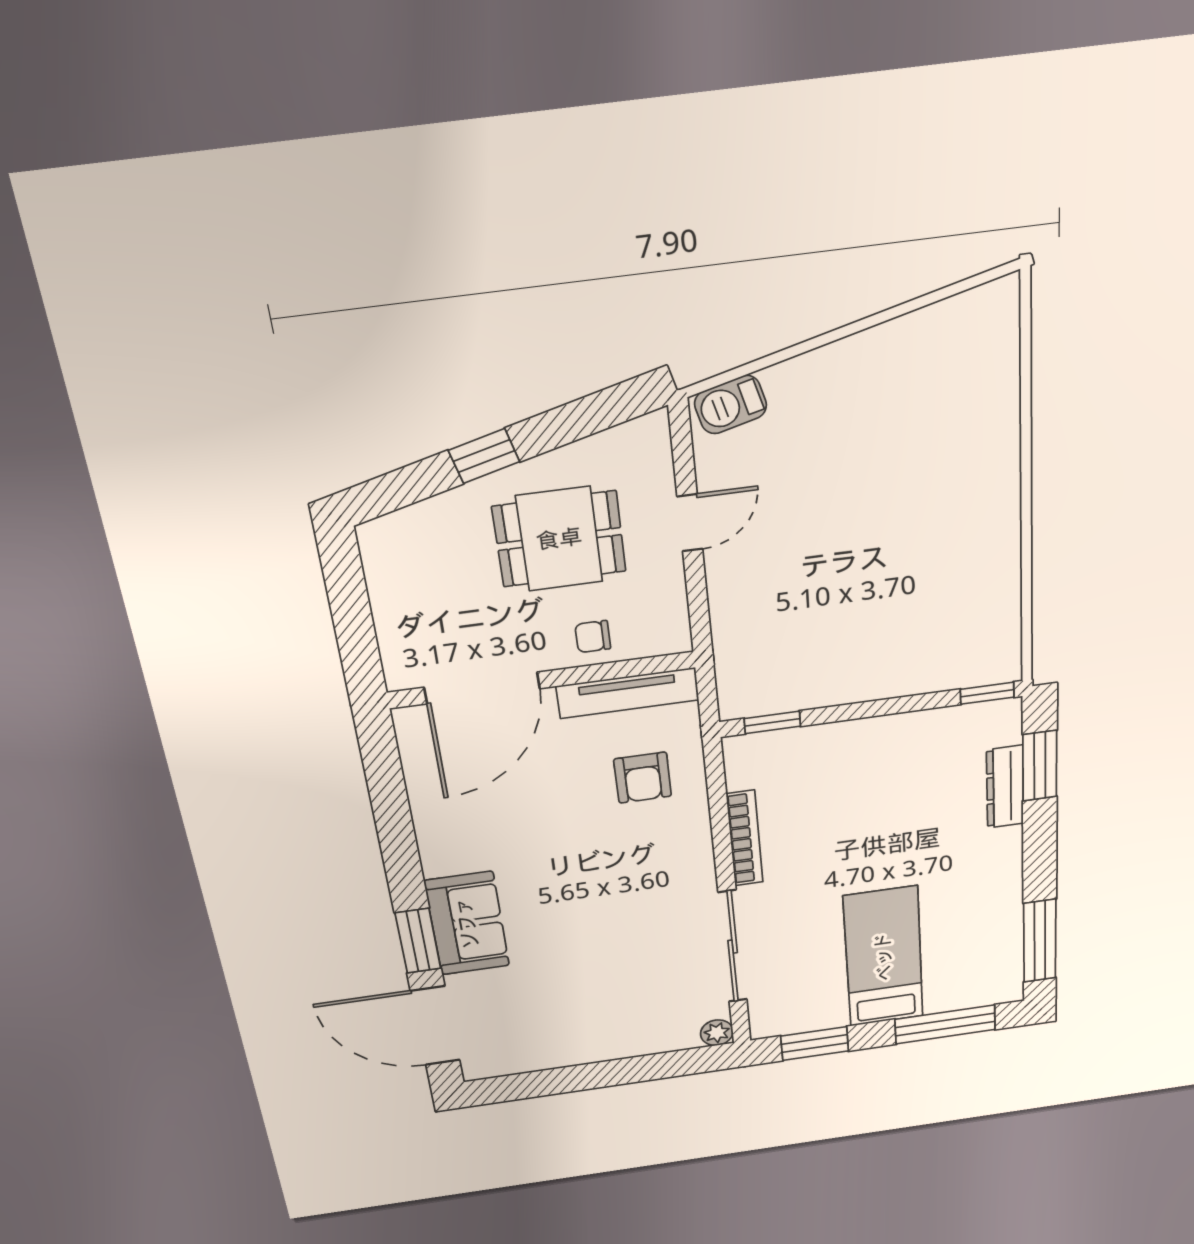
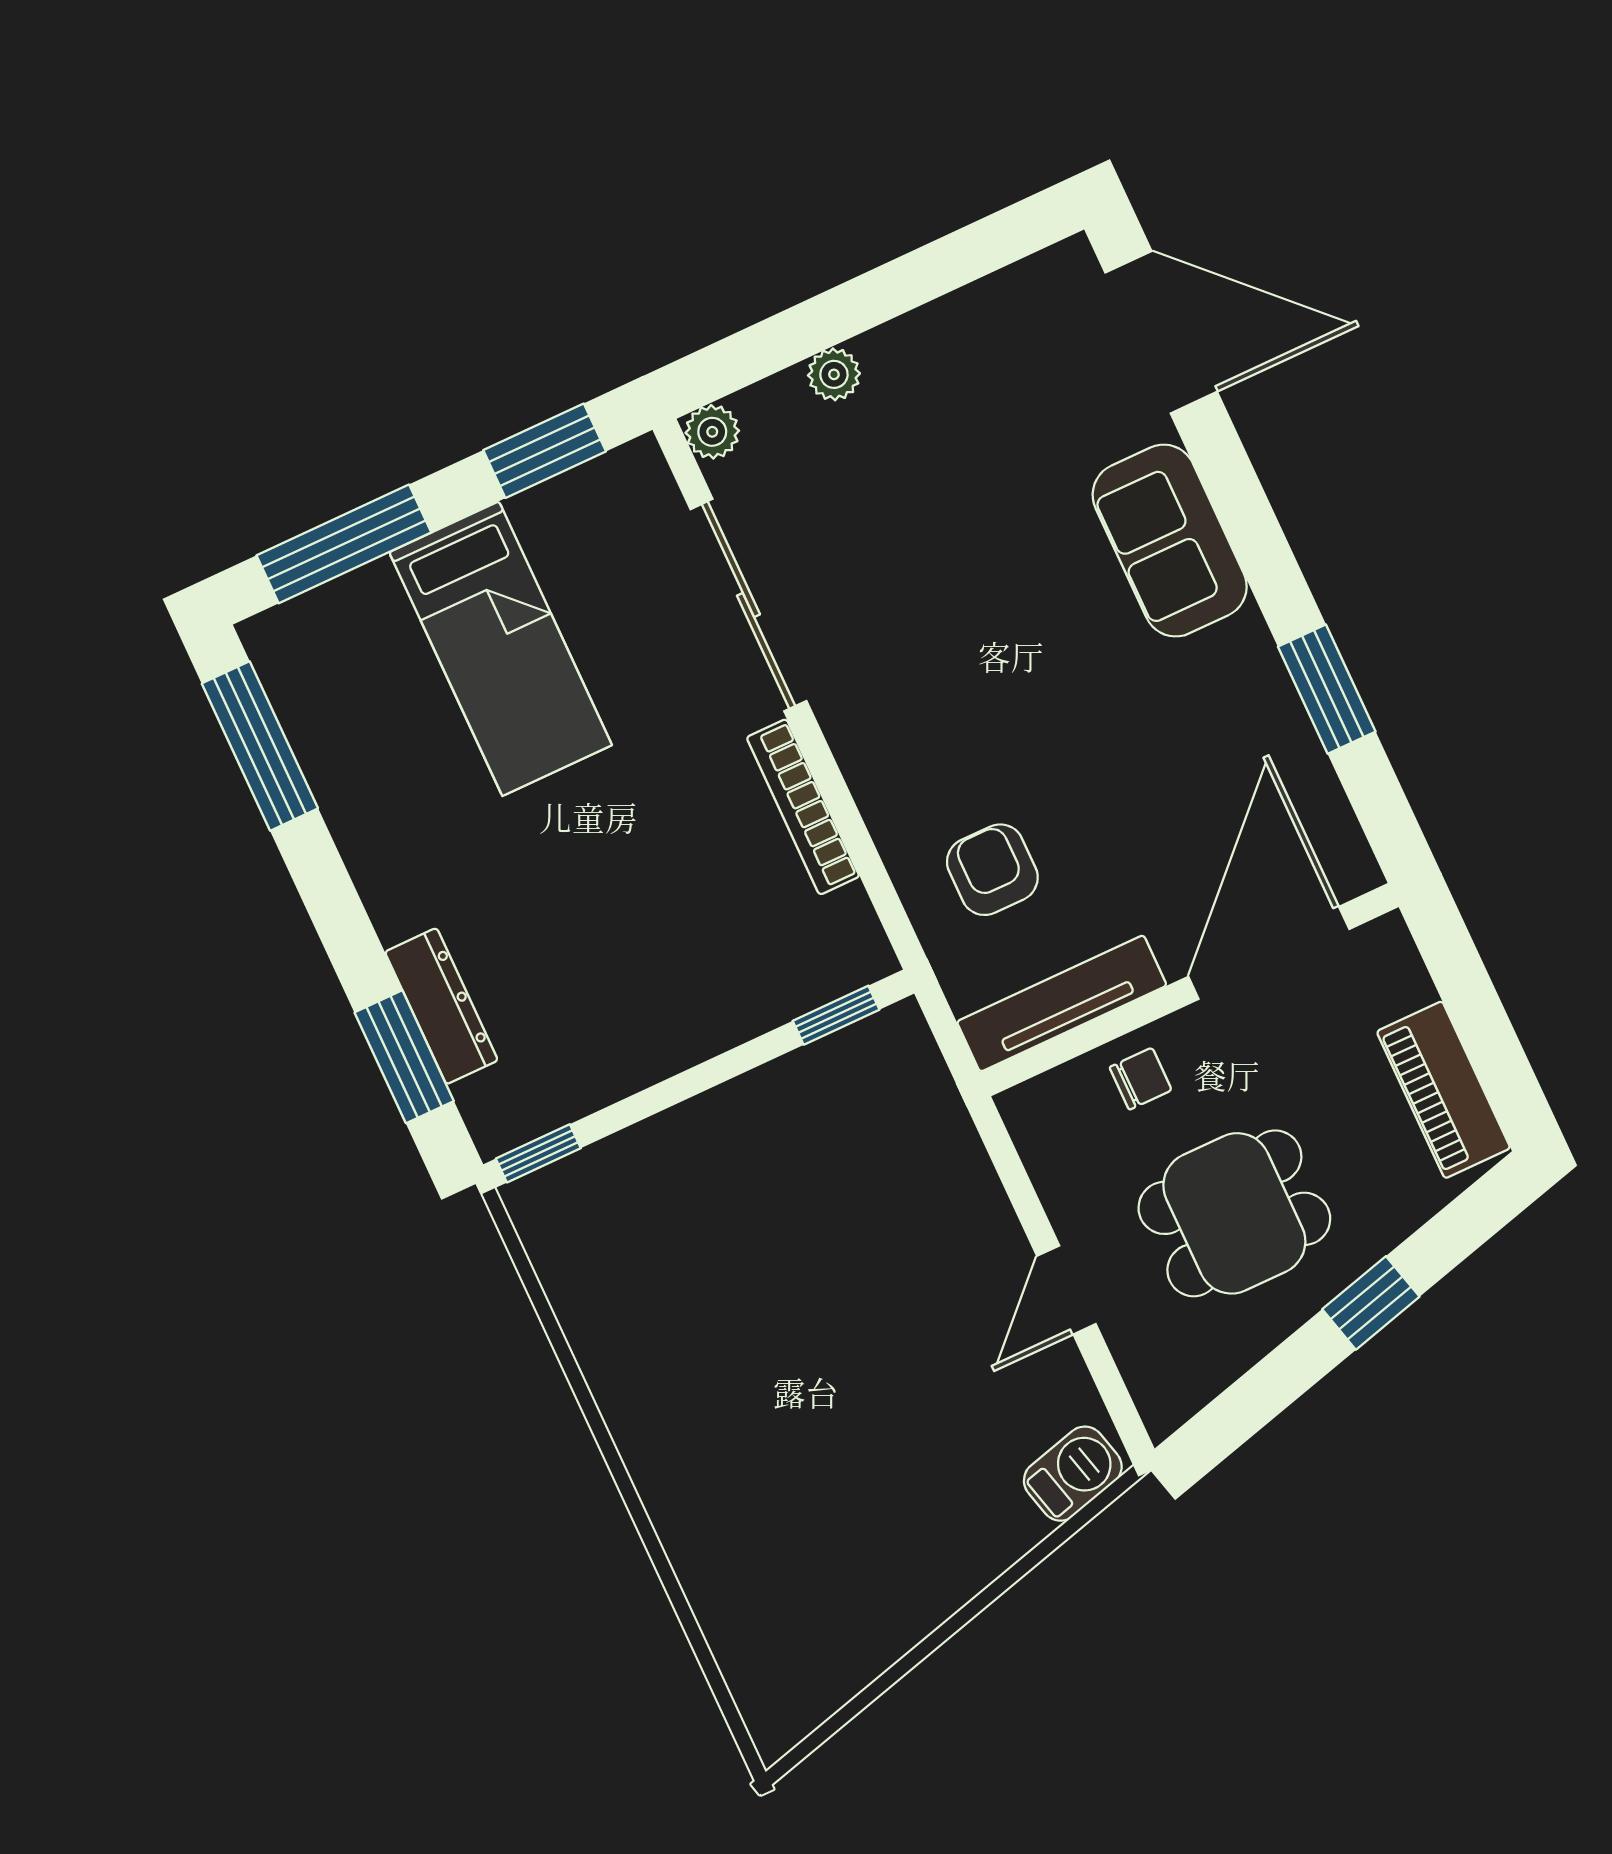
piano: (390, 577) -> (1443, 1090), added
window: (418, 941) -> (1327, 689), moved
plant: (636, 1045) -> (834, 374), added

